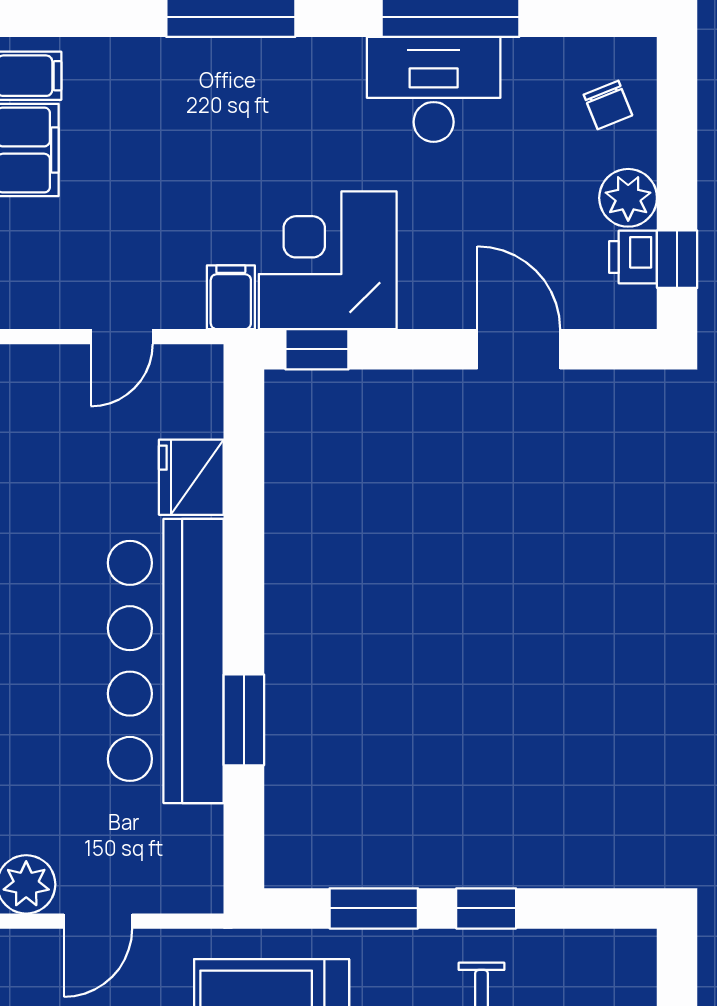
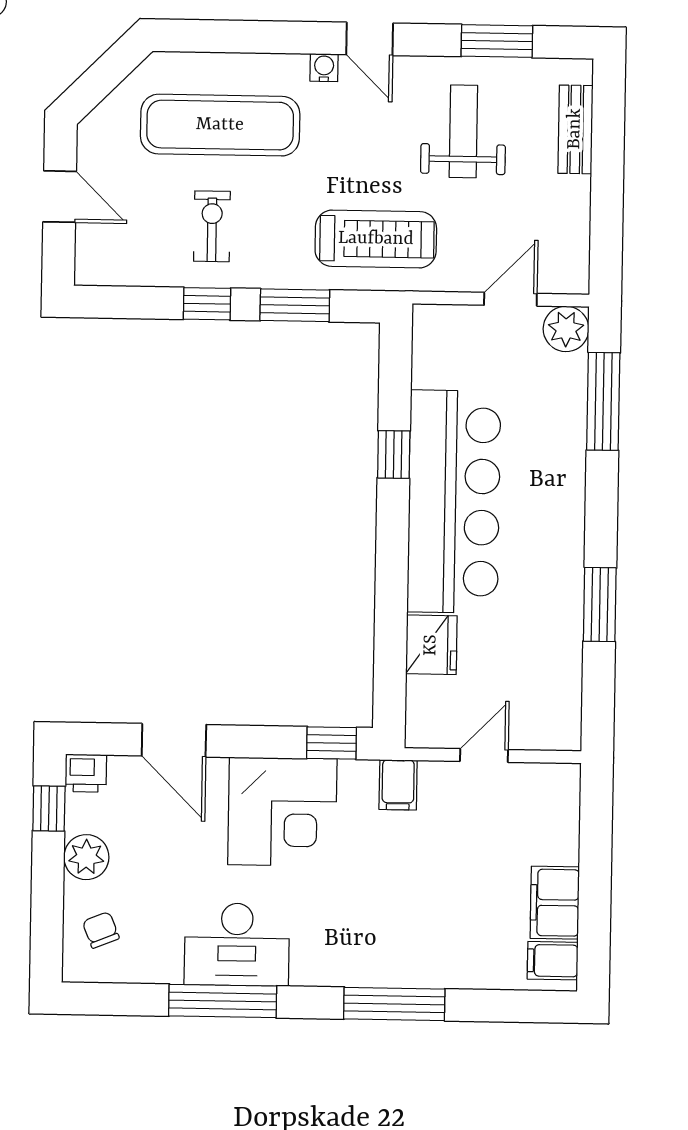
printer: (633, 257) -> (86, 773), moved, turned 90
corner desk: (328, 260) -> (282, 812), moved
window: (244, 720) -> (394, 454), width x0.67

